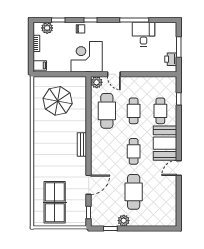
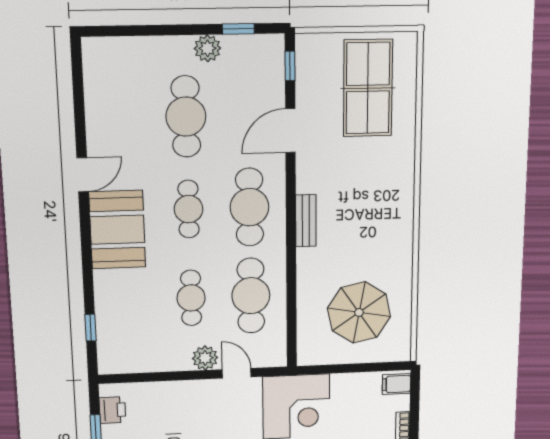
plant: (97, 82) -> (205, 358), moved
cafe table: (160, 111) -> (250, 207), moved, width x1.37, depth x1.35

